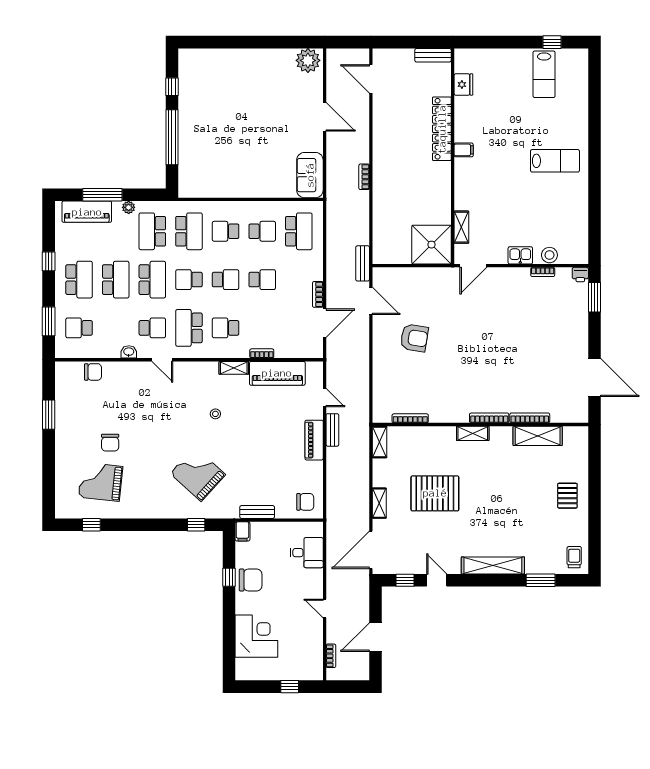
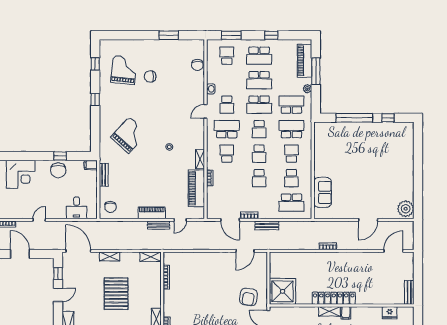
locker: (442, 129) -> (334, 298), moved
sofa: (310, 175) -> (323, 192), moved, turned 90
shelving: (461, 227) -> (329, 311), moved
school desk: (189, 231) -> (291, 129), turned 180
bench: (363, 263) -> (267, 225), moved
school desk: (189, 280) -> (259, 129), turned 180
armchair: (414, 338) -> (248, 297), moved
window: (196, 525) -> (95, 99), moved

